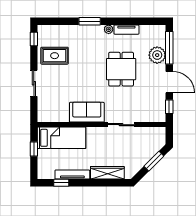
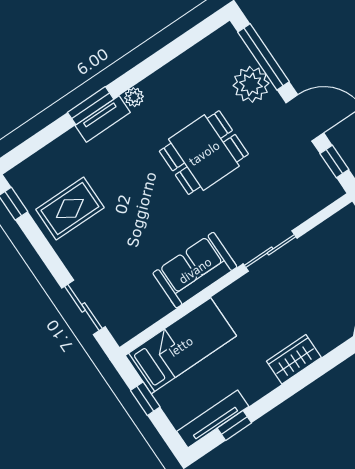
tv unit: (126, 30) -> (103, 119), moved
dining table: (121, 69) -> (204, 153), turned 90
sliding door: (34, 83) -> (83, 307), moved
wardrobe: (107, 173) -> (294, 359), width x0.67
tv unit: (72, 175) -> (213, 419), moved

